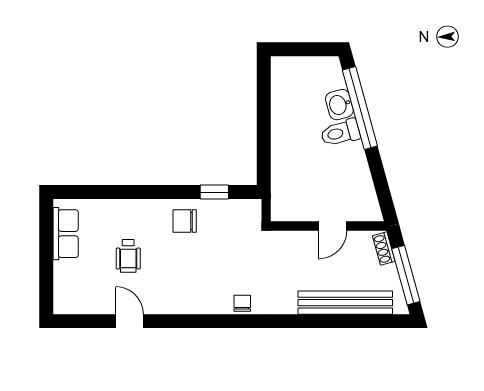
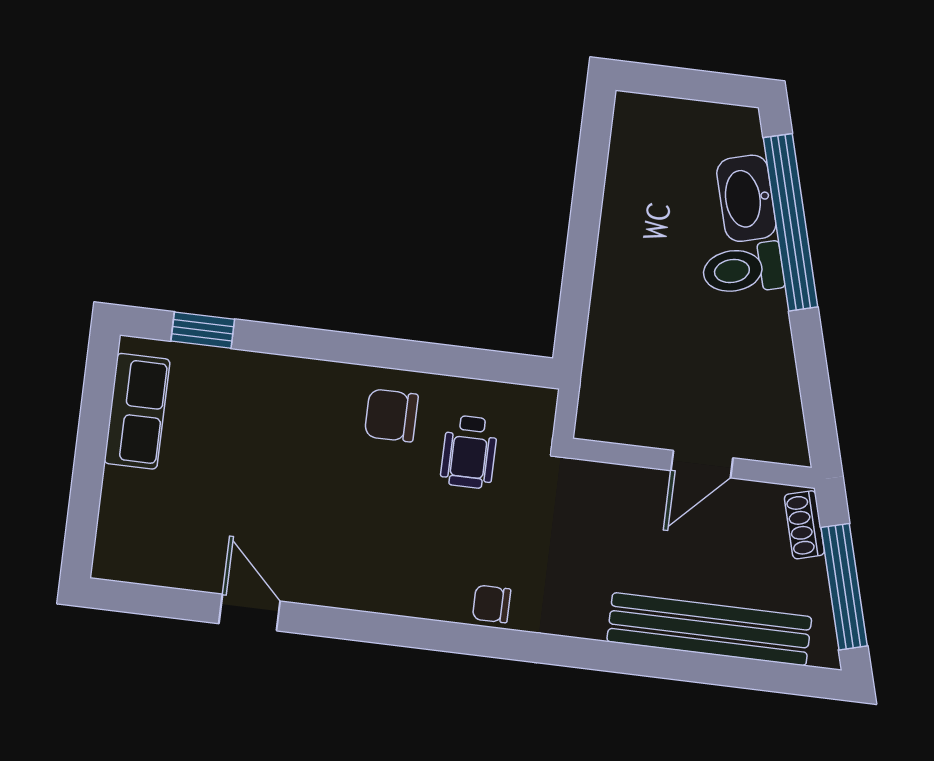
washbasin: (339, 105) -> (746, 198), width x1.38
window: (214, 192) -> (203, 330), moved
wheelchair: (128, 256) -> (469, 452), moved
chair: (242, 303) -> (492, 604), turned -90

